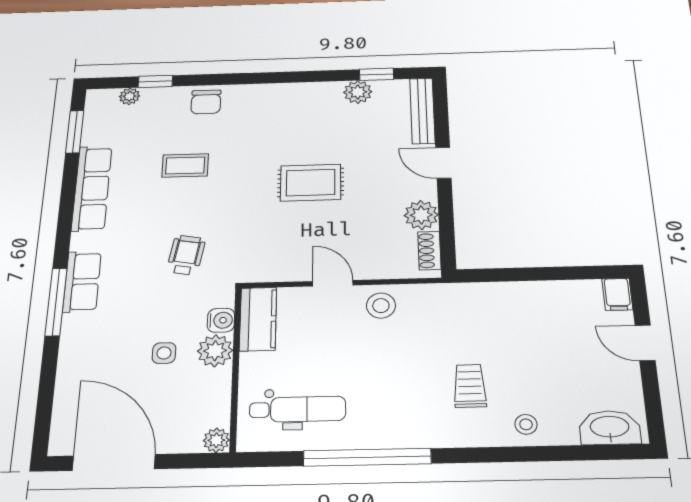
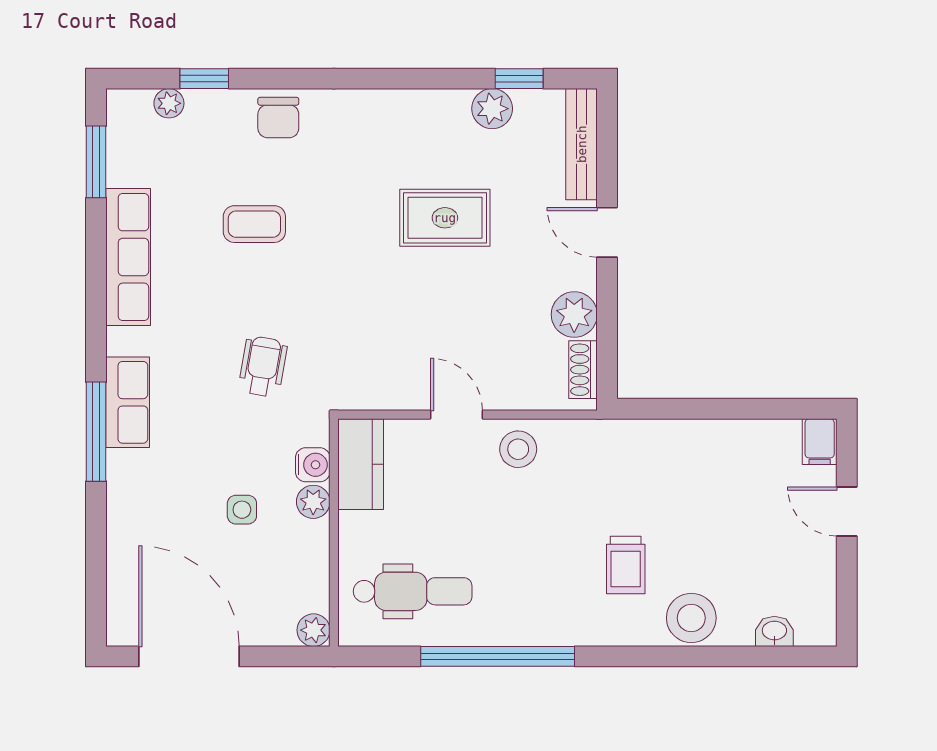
rug: (311, 183) -> (445, 218), moved
plant: (215, 351) -> (313, 502), width x0.73, depth x0.73
trolley: (470, 386) -> (626, 565), turned 180
stool: (526, 424) -> (691, 618), width x1.89, depth x1.89
washbasin: (610, 428) -> (774, 631), width x0.52, depth x0.69

